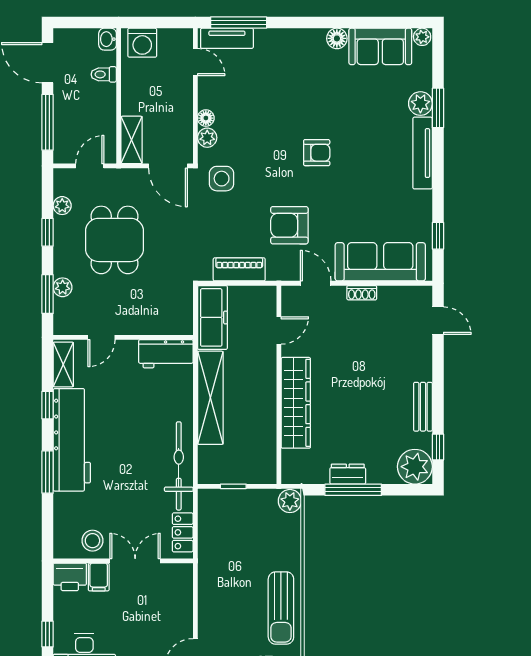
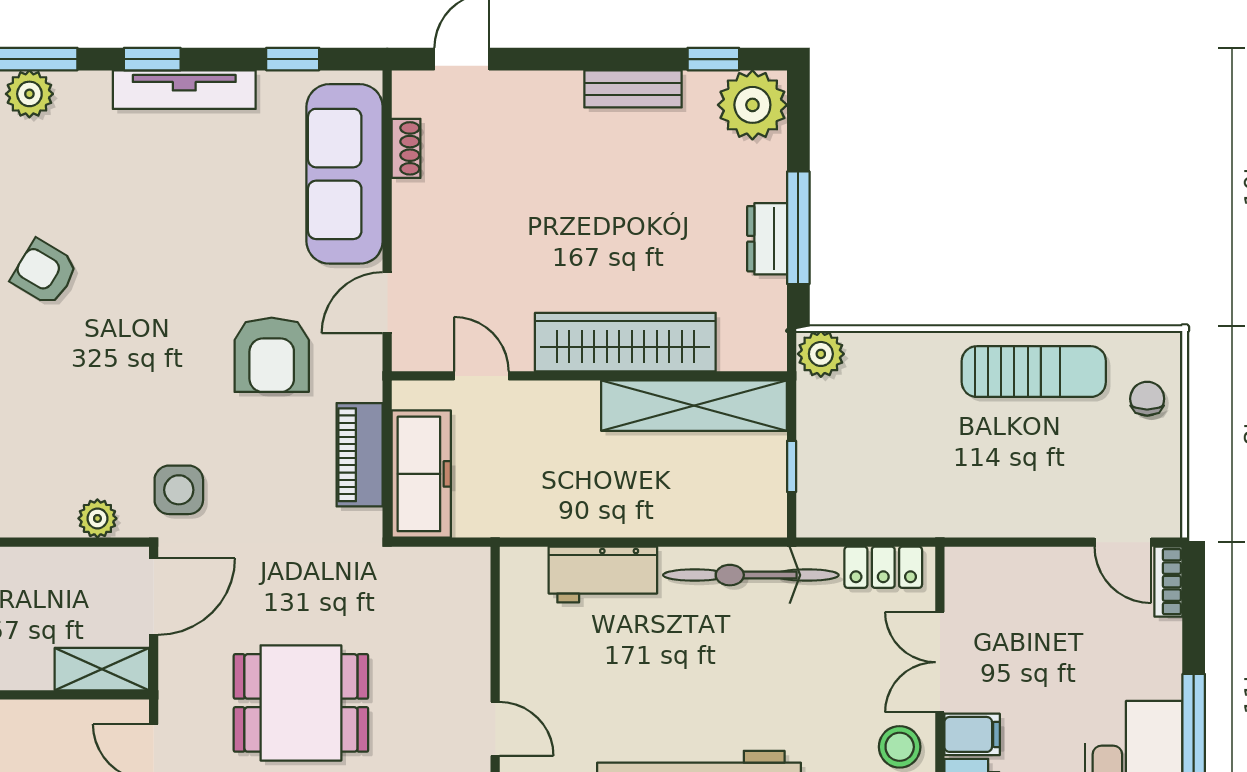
floor lamp: (206, 118) -> (58, 521), removed
armchair: (317, 153) -> (45, 273), moved, turned -59
tv unit: (423, 153) -> (184, 90), moved
window: (438, 165) -> (152, 59), added
shoe rack: (362, 293) -> (406, 148), moved
freezer: (212, 317) -> (421, 474), moved, turned 90
workbench: (166, 354) -> (603, 575), moved, turned 90
shelving: (210, 398) -> (694, 406), moved

